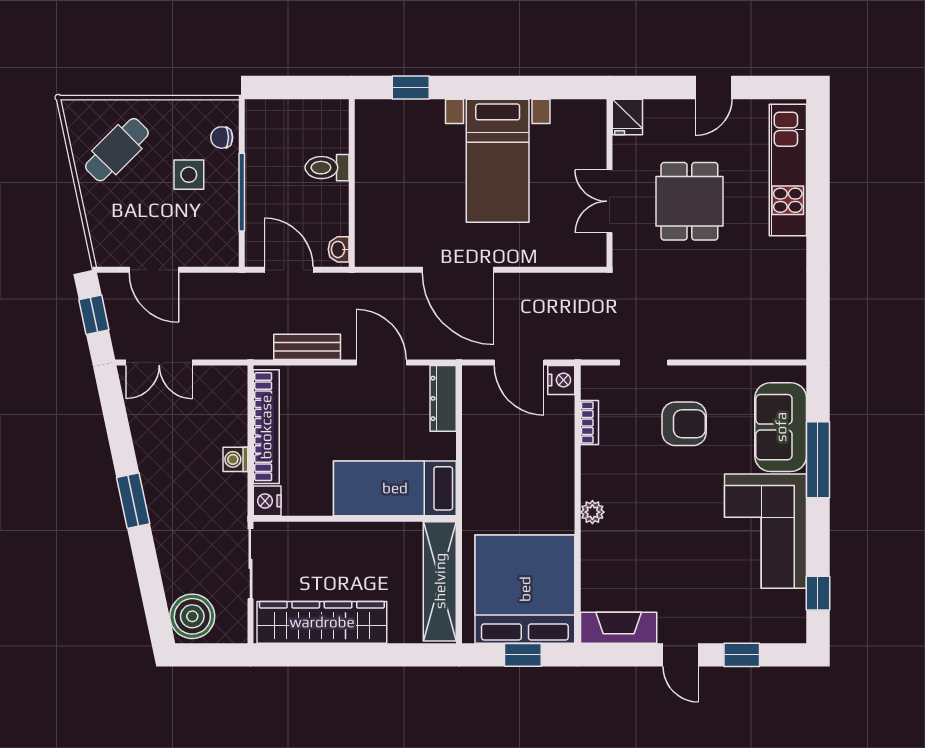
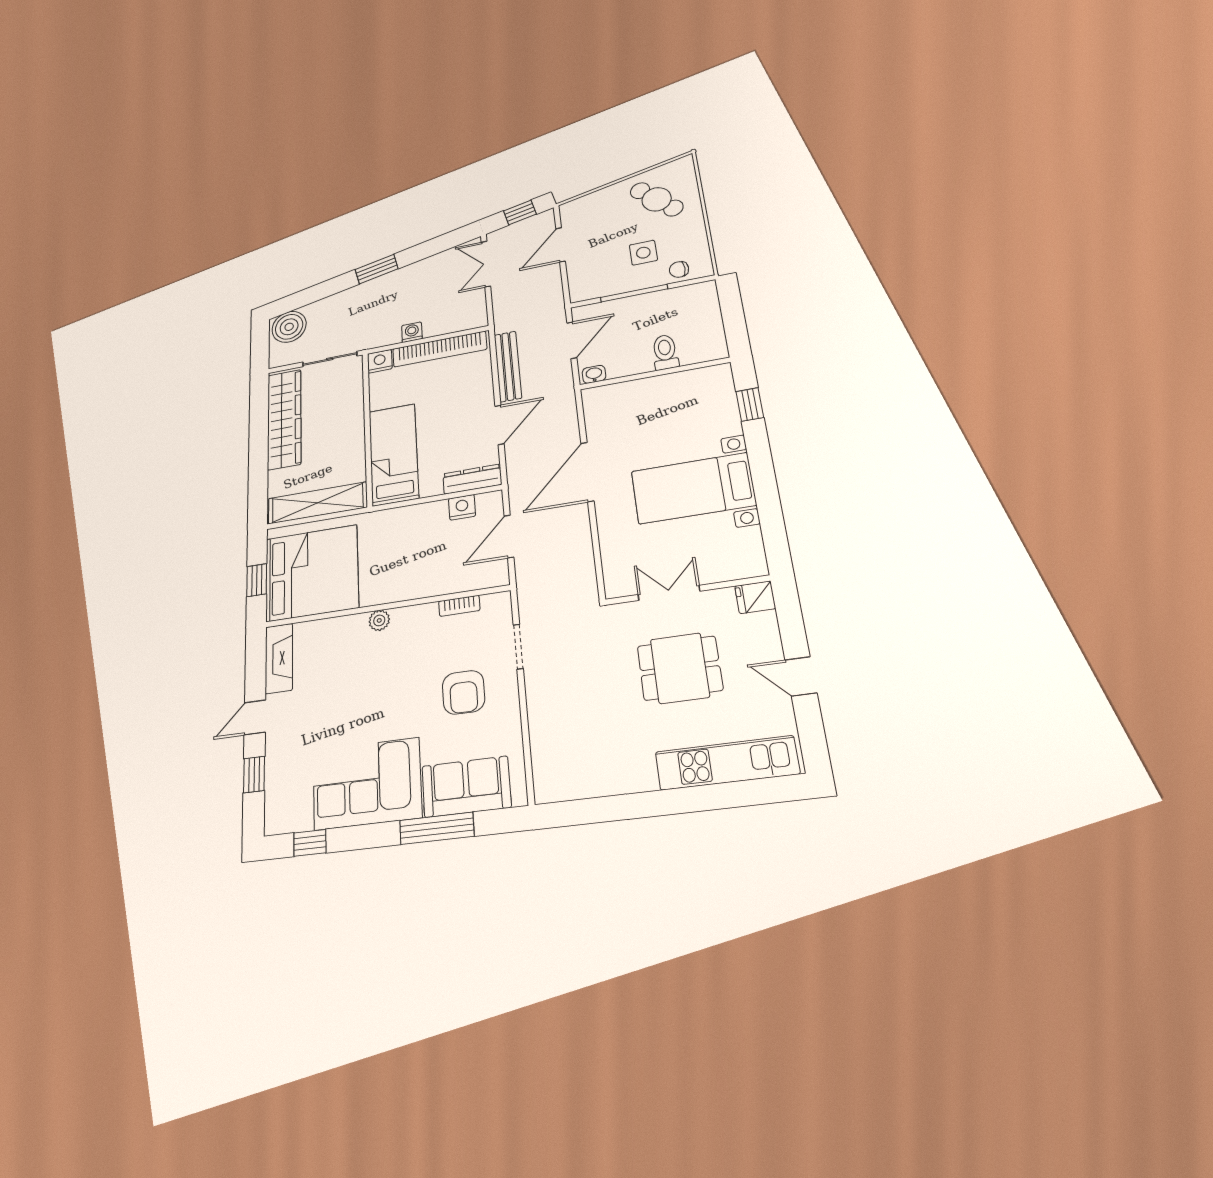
chair: (222, 137) -> (679, 269), turned -90
bench: (307, 347) -> (508, 366), width x1.36
nightstand: (561, 380) -> (462, 507), moved, turned 180

